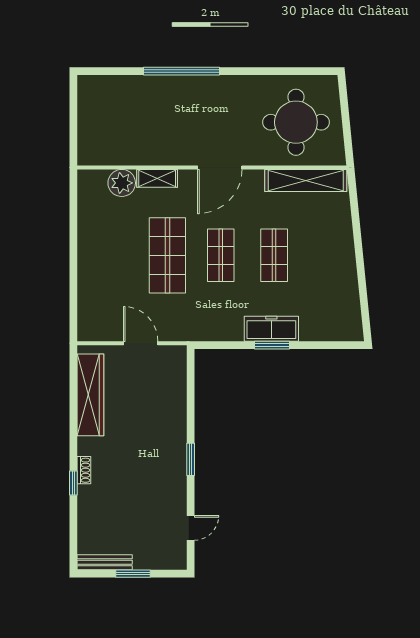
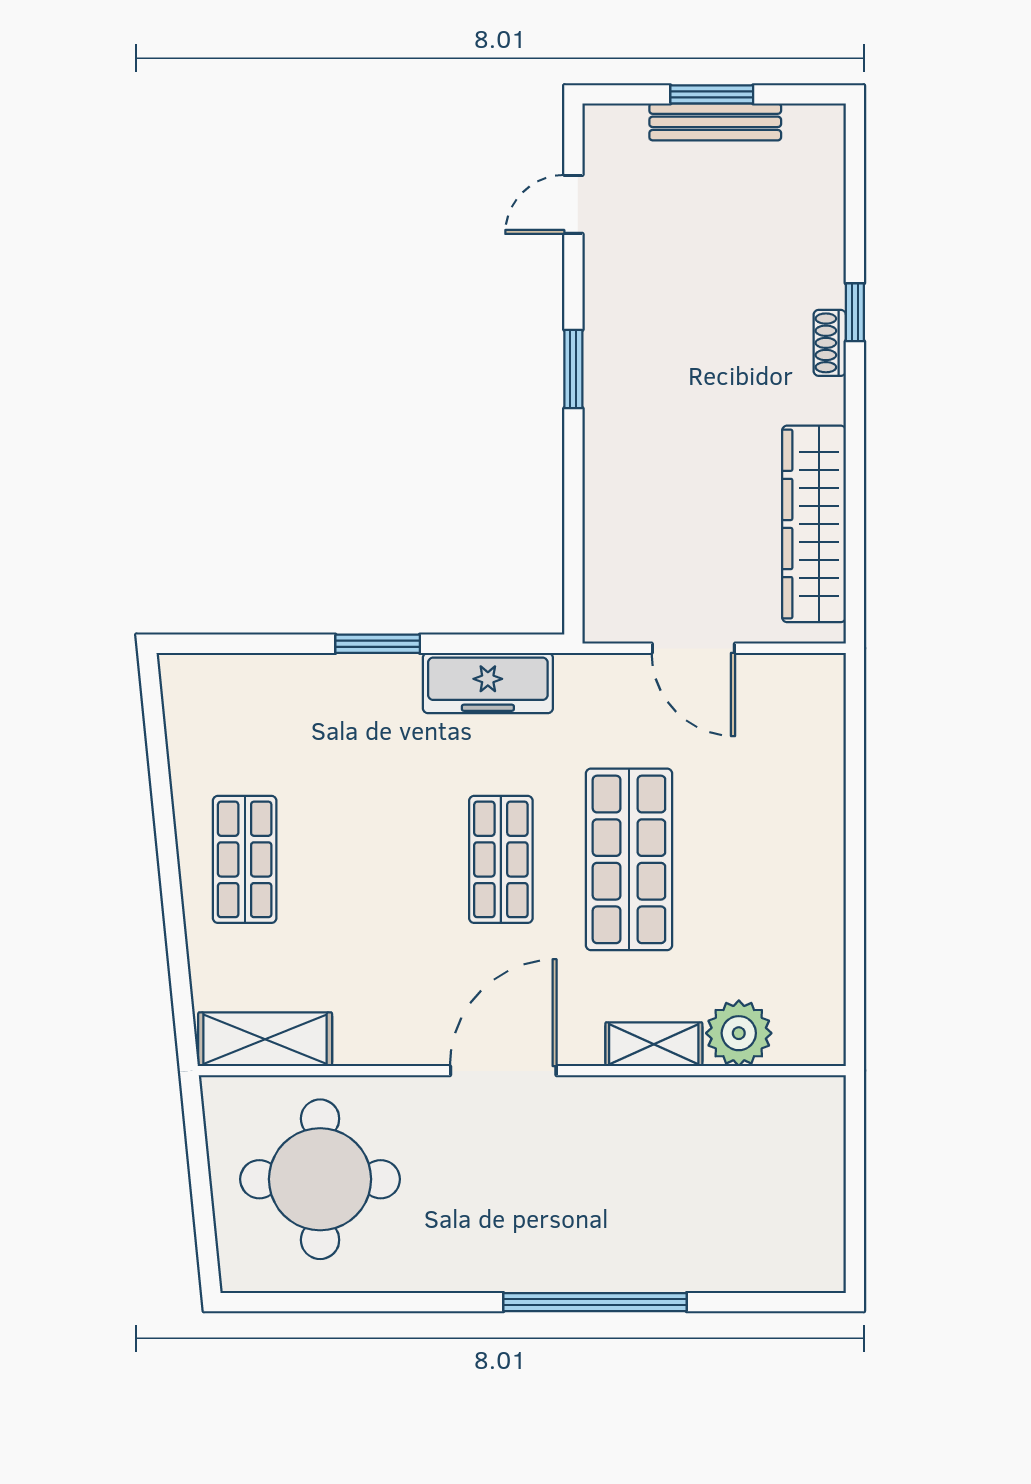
shelving: (306, 180) -> (265, 1039), width x0.68
shop shelf: (274, 255) -> (245, 859), moved
freezer: (271, 329) -> (488, 683), moved
bench: (105, 562) -> (715, 122), moved

